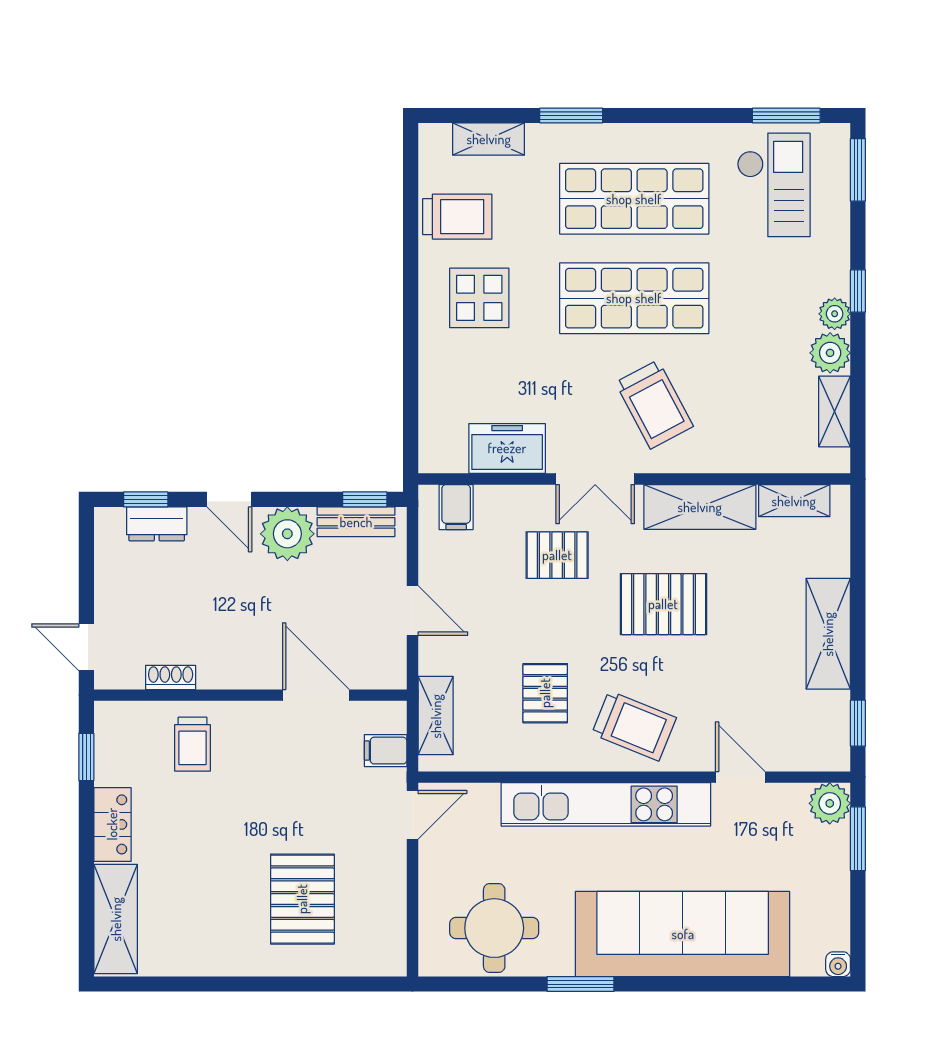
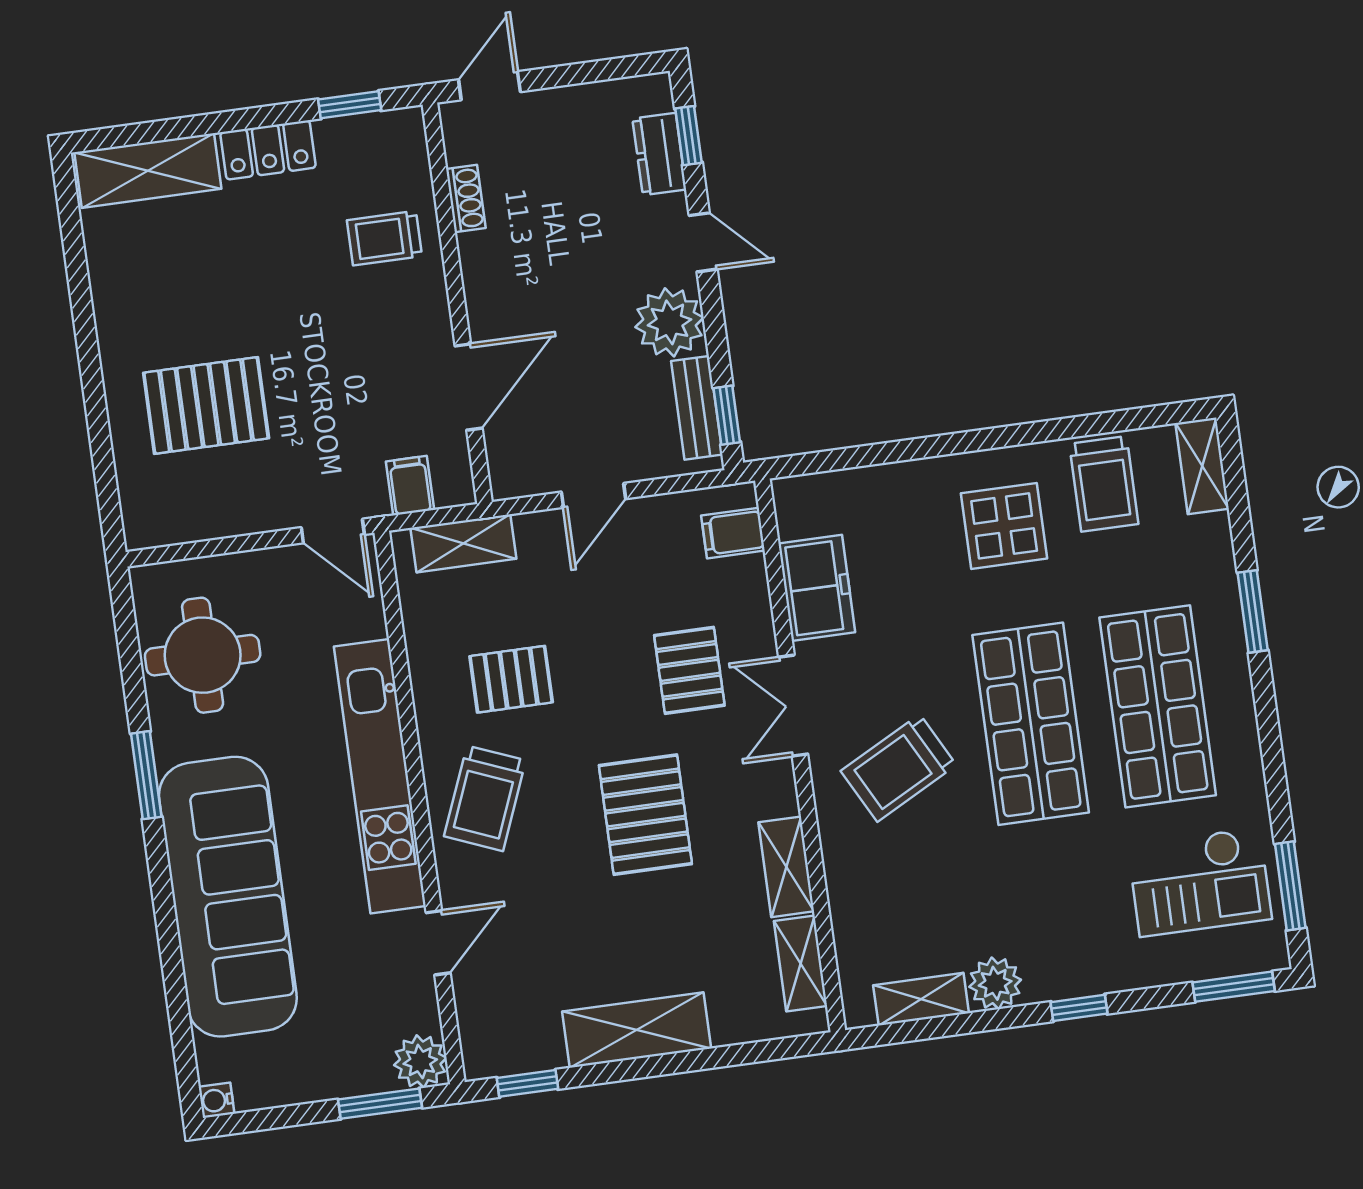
shelving: (489, 139) -> (1202, 466), moved
plant: (835, 314) -> (1046, 982), removed
door: (229, 499) -> (703, 242), swing flipped
shelving: (700, 507) -> (786, 867), width x0.67, depth x0.75

